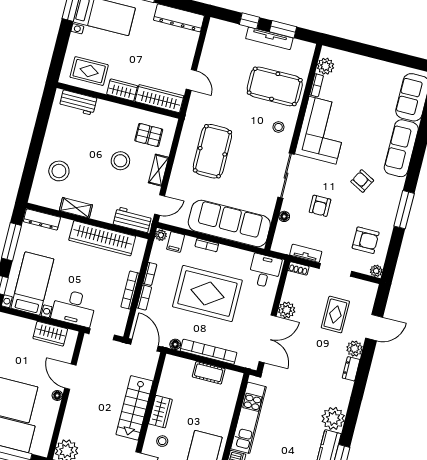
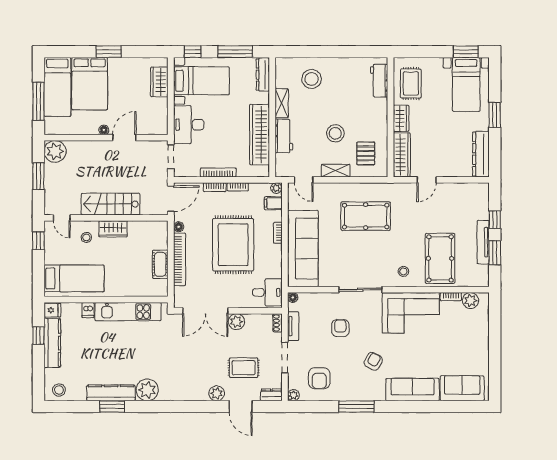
armchair: (320, 206) -> (340, 328), turned 90
floor lamp: (284, 216) -> (293, 298), moved
workbench: (133, 220) -> (284, 136), moved
wardrobe: (50, 334) -> (159, 82), moved
dresser: (351, 369) -> (271, 395), moved

